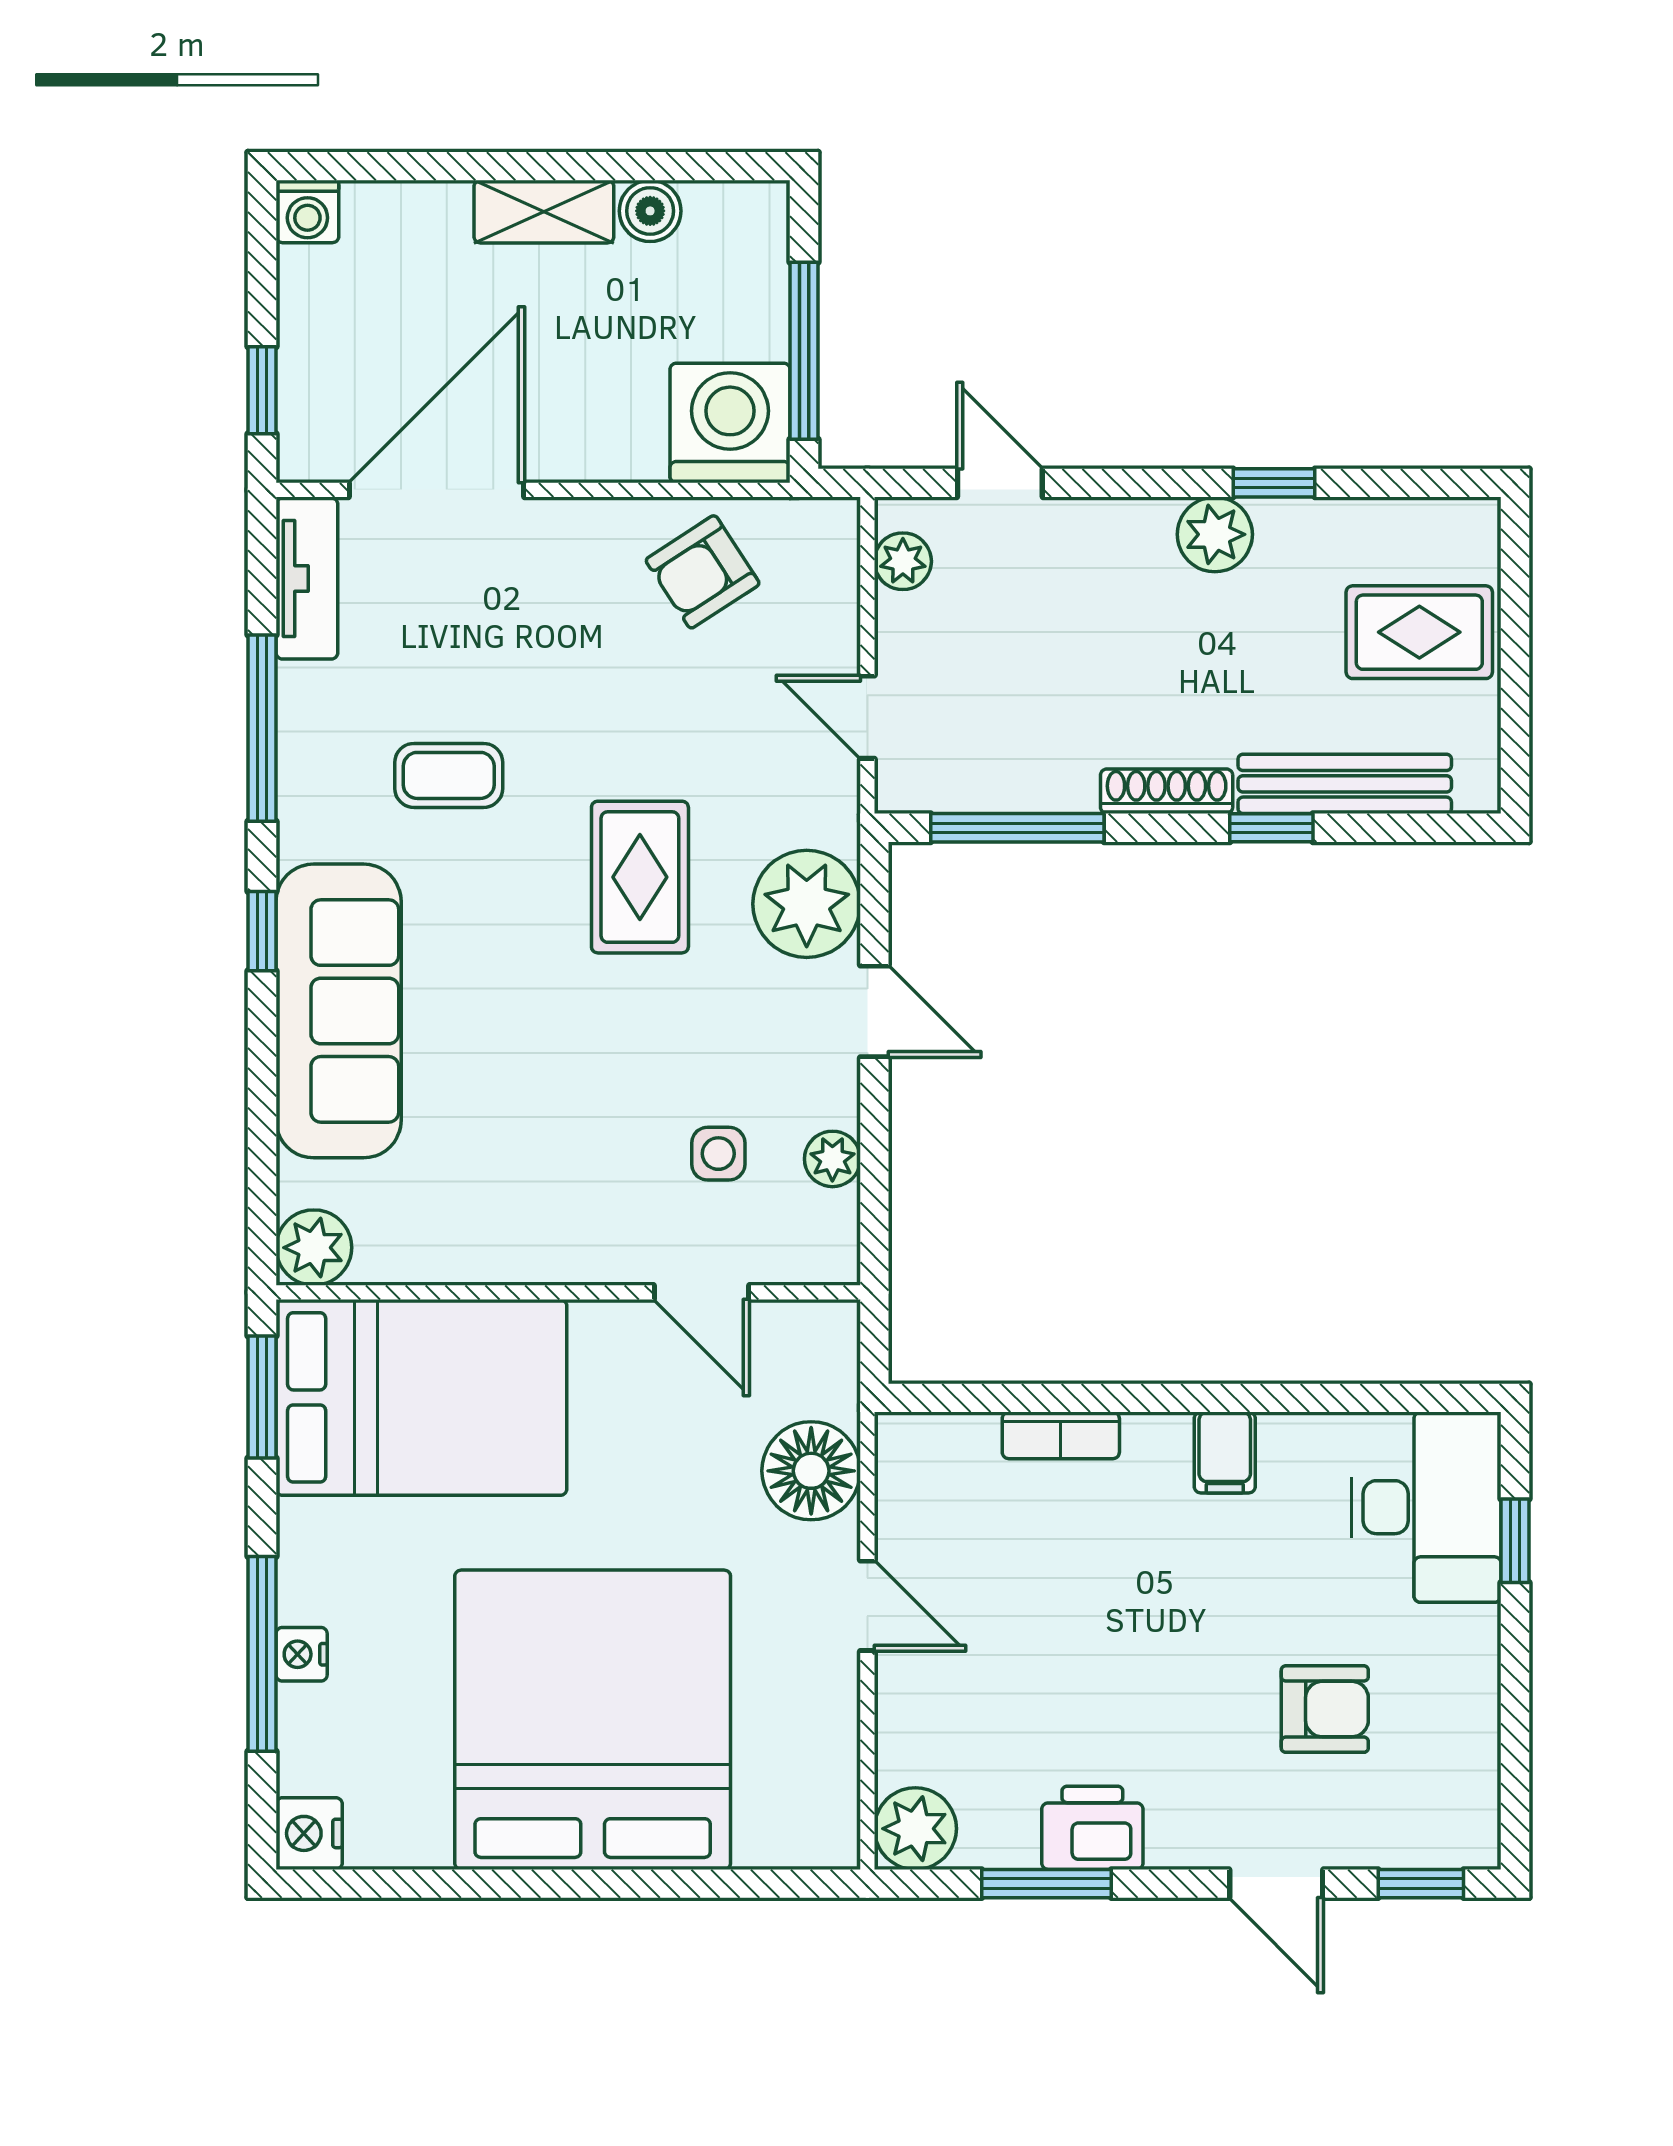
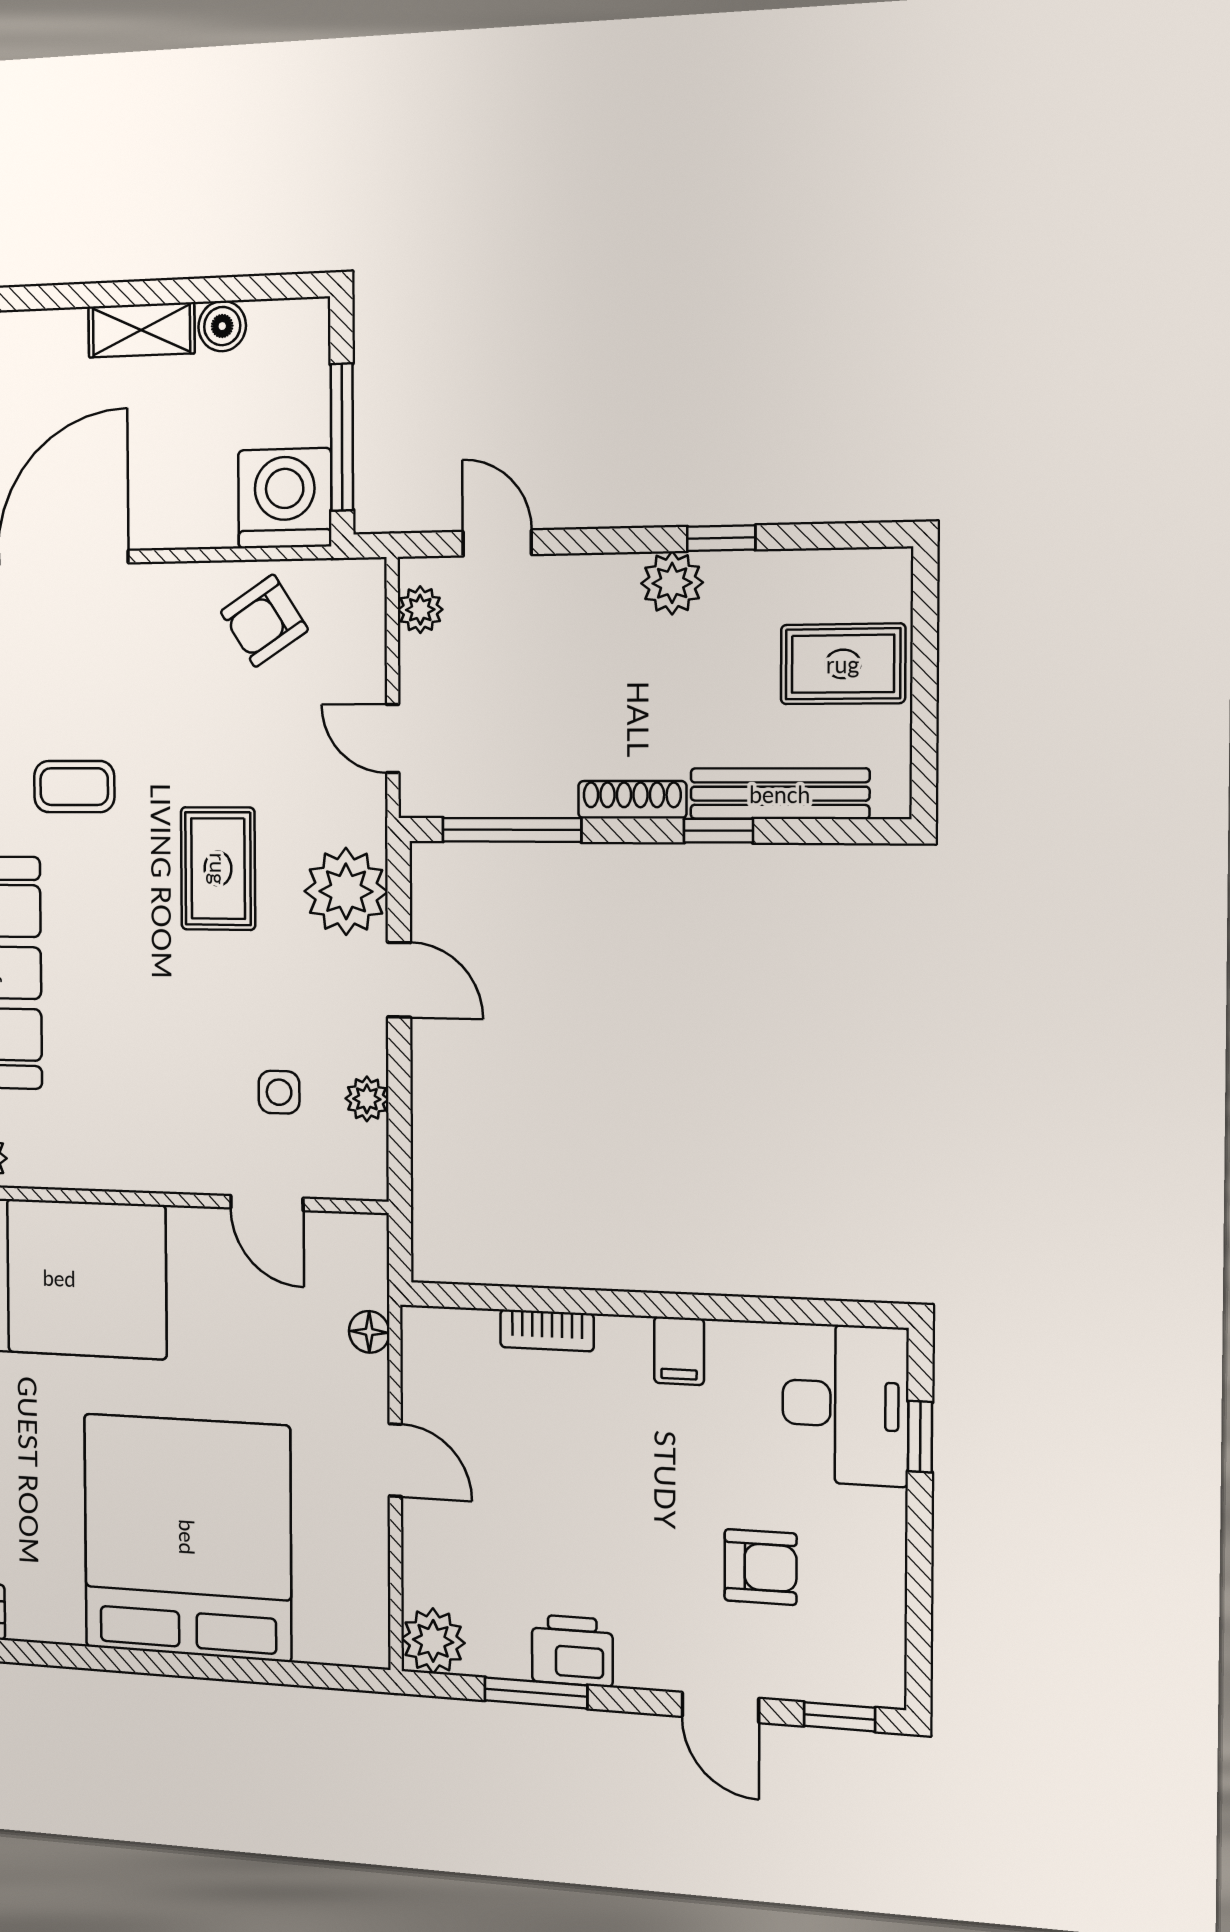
floor lamp: (811, 1471) -> (369, 1332), width x0.53, depth x0.53

